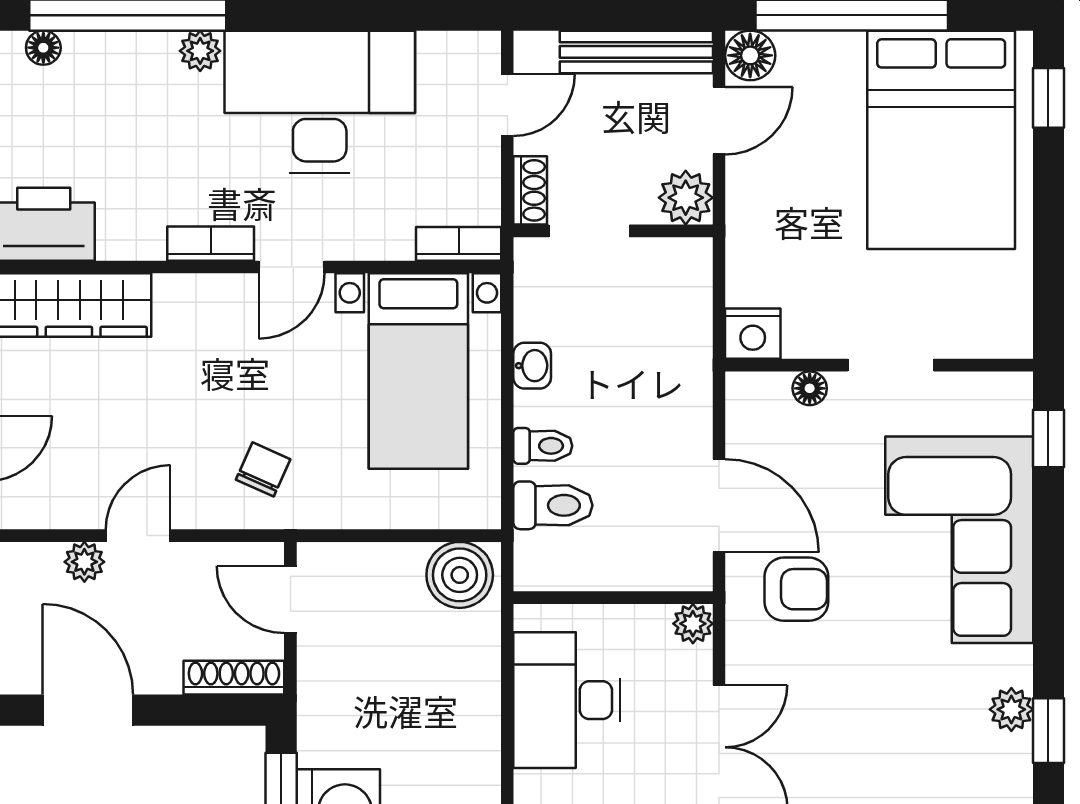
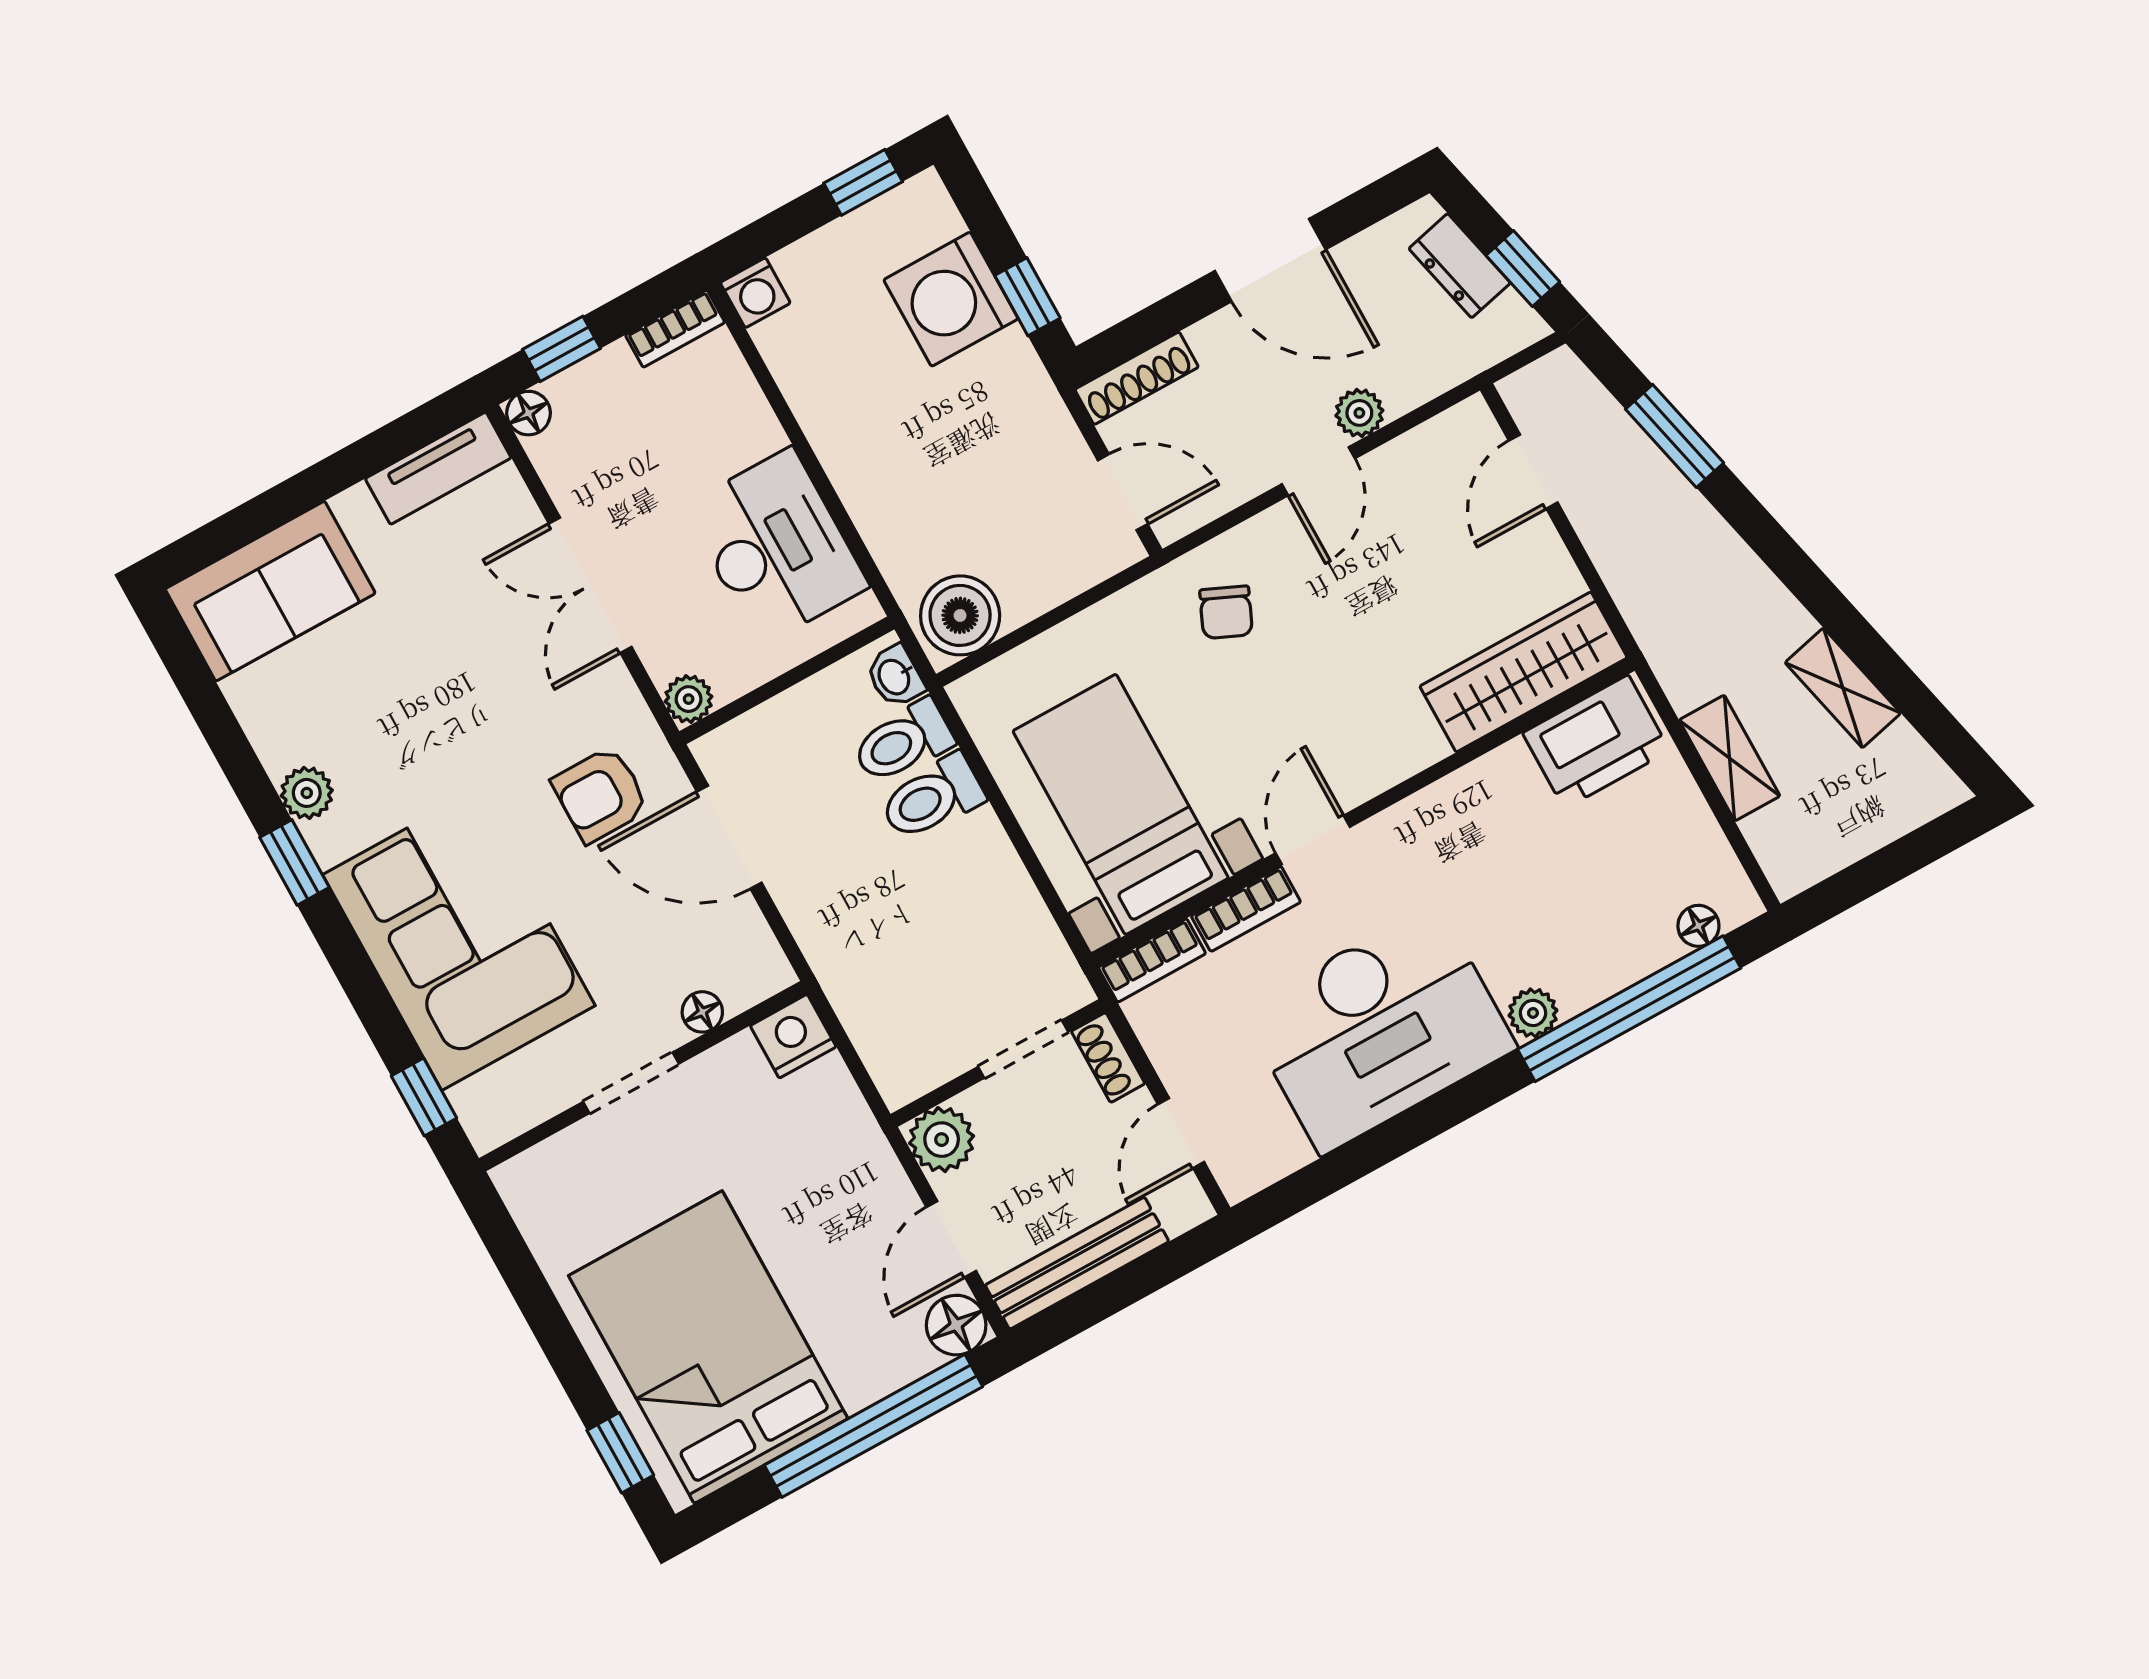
bookcase: (211, 244) -> (1246, 909), moved
washbasin: (532, 366) -> (895, 676), moved
toilet: (543, 446) -> (932, 798), width x1.37, depth x1.39
window: (1048, 731) -> (295, 862), moved

